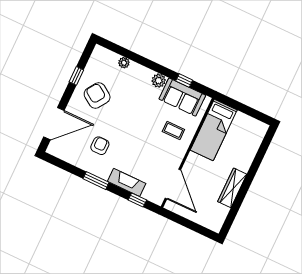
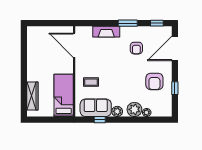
plant: (137, 73) -> (134, 109), added
armchair: (97, 96) -> (154, 81), turned 56
wardrobe: (232, 188) -> (32, 96), moved
window: (137, 200) -> (157, 23), moved

